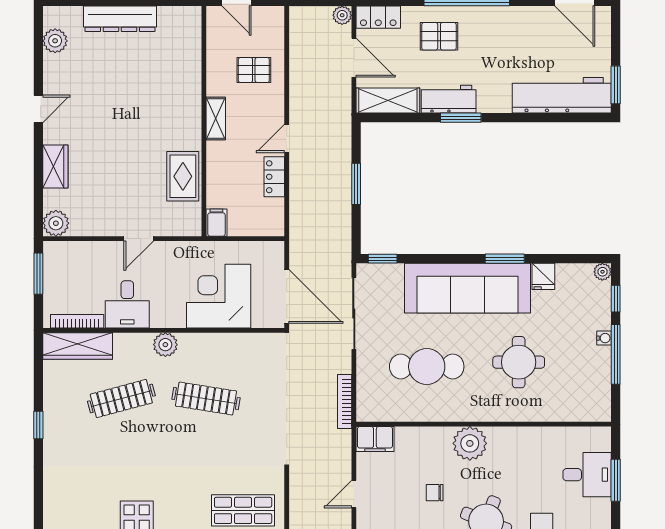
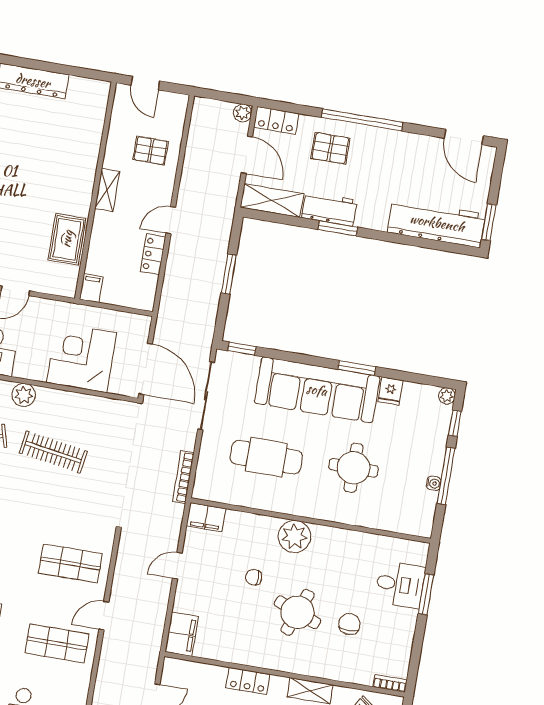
water cooler: (604, 338) -> (434, 483), moved

